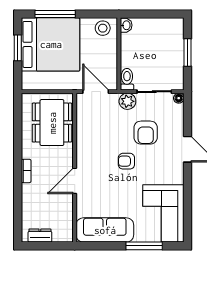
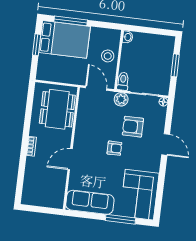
stool: (103, 28) -> (108, 56), moved
bed: (51, 44) -> (65, 39), width x0.73
armchair: (146, 133) -> (133, 127), turned 90
armchair: (126, 161) -> (114, 148), turned 180
dresser: (40, 236) -> (36, 200), removed

